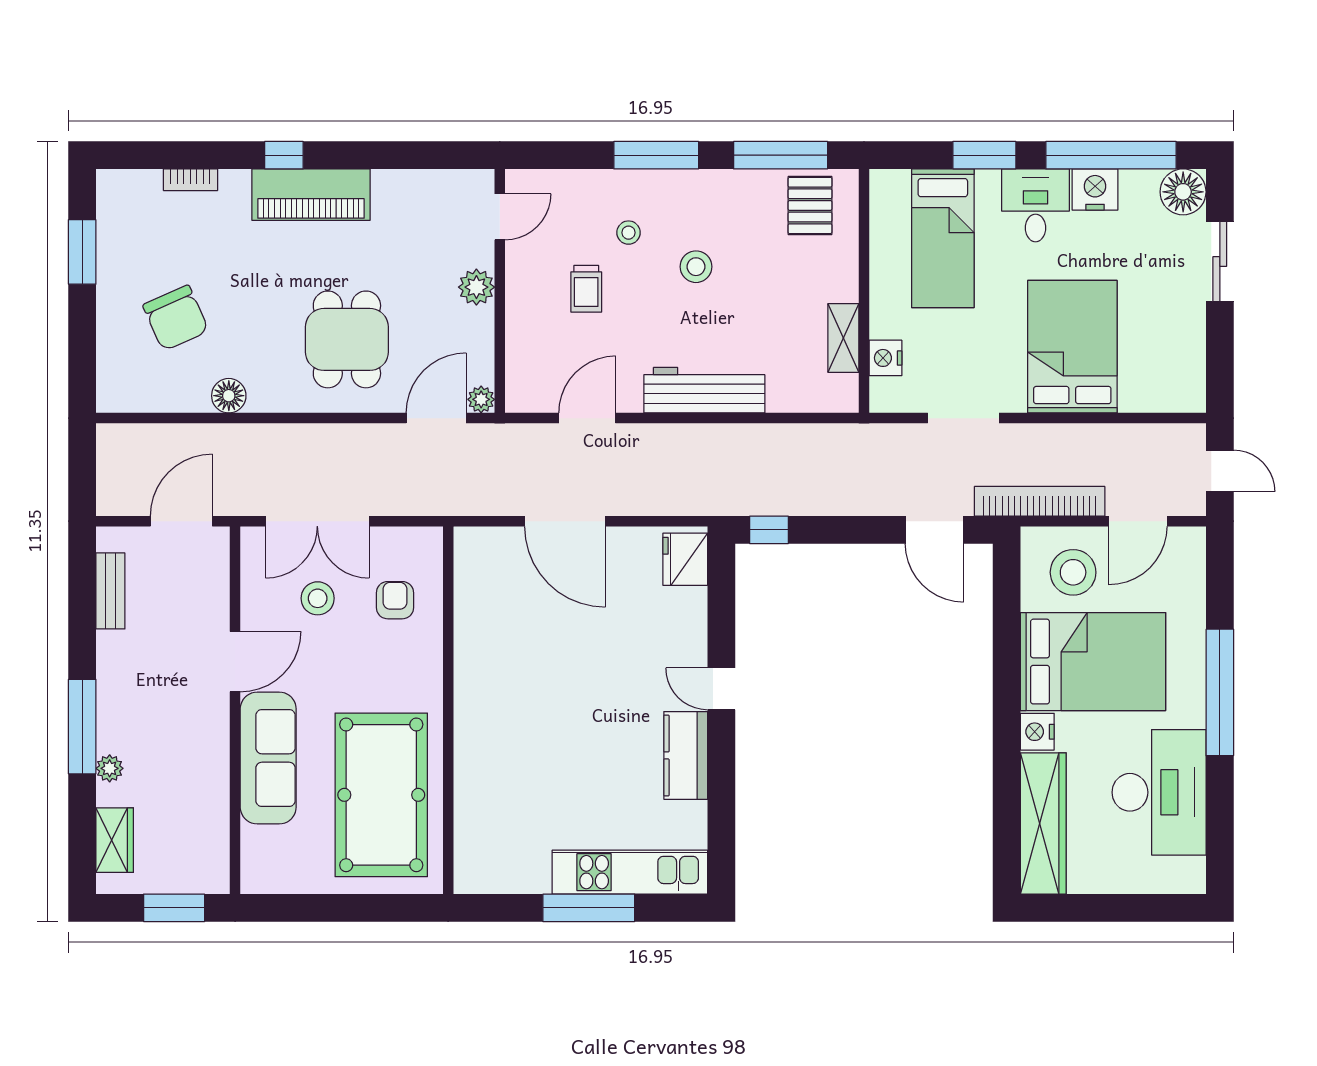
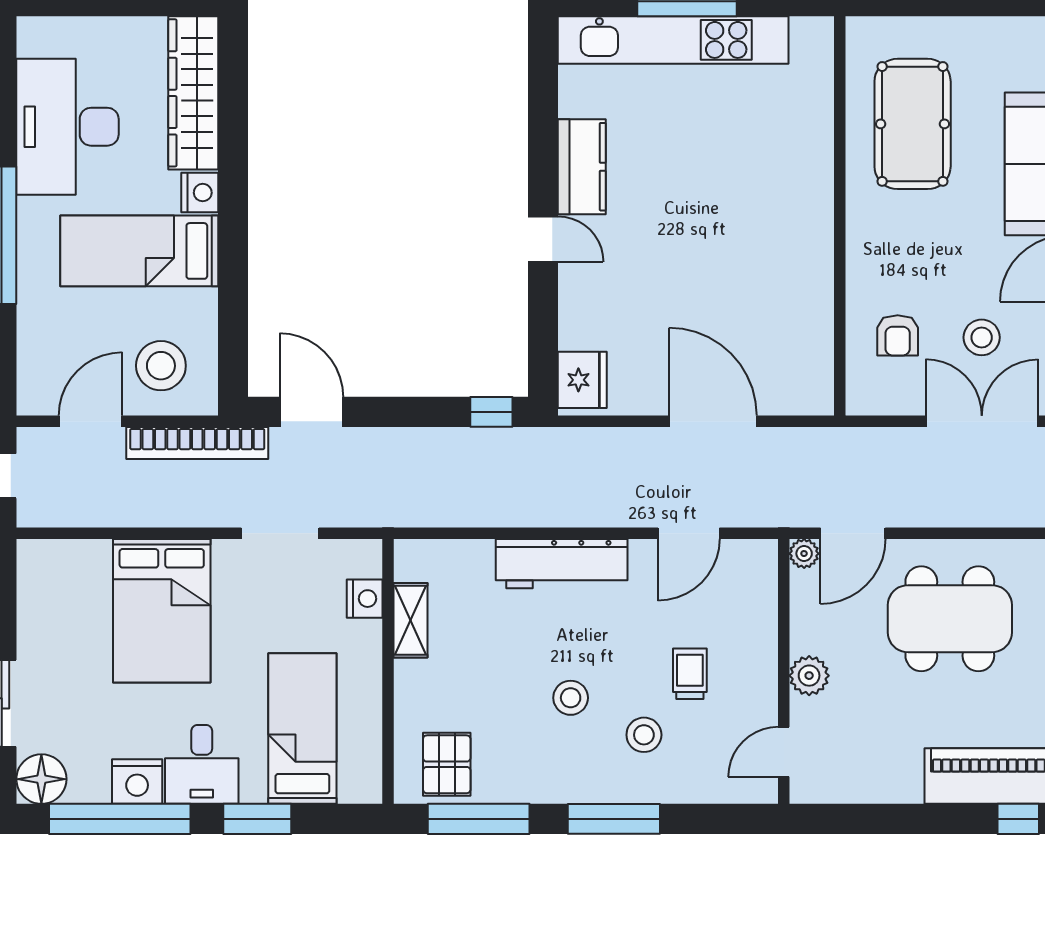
stool: (629, 233) -> (644, 735), width x1.37, depth x1.37
dining table: (347, 339) -> (950, 619), width x1.37
bed: (1093, 662) -> (139, 251), width x0.67
pool table: (381, 795) -> (913, 124), width x0.73, depth x0.76
kitchen unit: (630, 872) -> (673, 40), width x1.36

